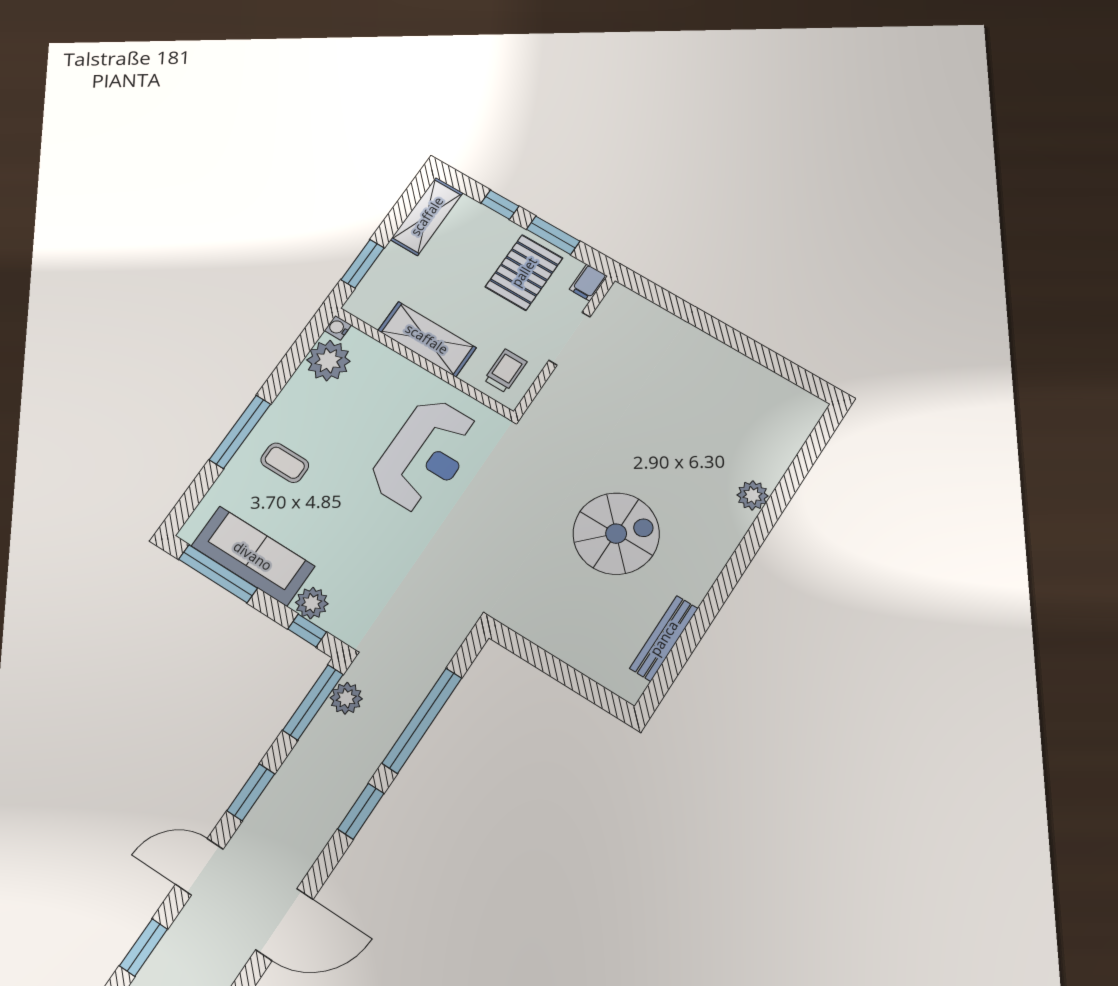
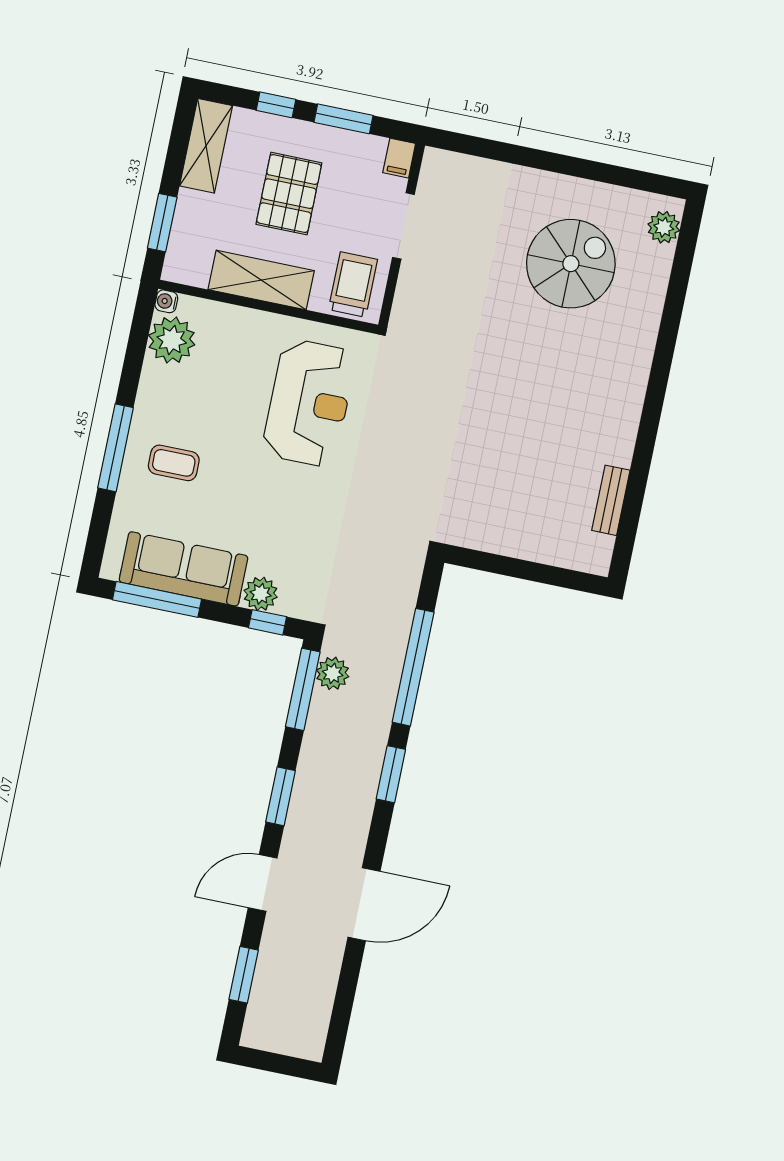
pallet: (524, 272) -> (289, 194), moved
trolley: (505, 371) -> (353, 285), width x1.36, depth x1.39
plant: (753, 495) -> (664, 227), moved
spiral stairs: (616, 534) -> (571, 264), moved
bench: (664, 638) -> (611, 500), width x0.73

